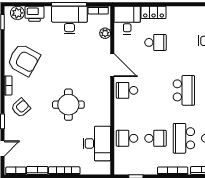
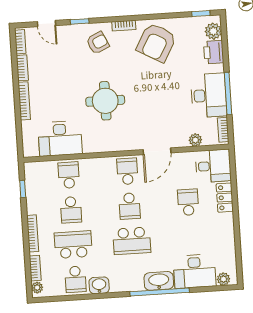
school desk: (155, 42) -> (188, 202), turned 180
school desk: (155, 90) -> (130, 206), added
armchair: (21, 108) -> (98, 43), turned -73

